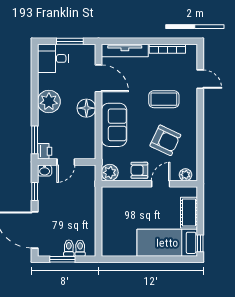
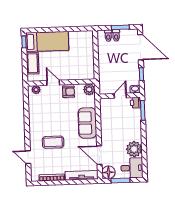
plant: (49, 102) -> (134, 149), moved
floor lamp: (86, 108) -> (108, 172), moved
armchair: (165, 140) -> (51, 113), removed
door: (161, 184) -> (53, 83), swing flipped

